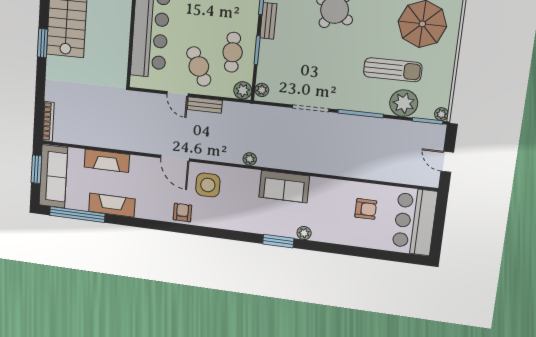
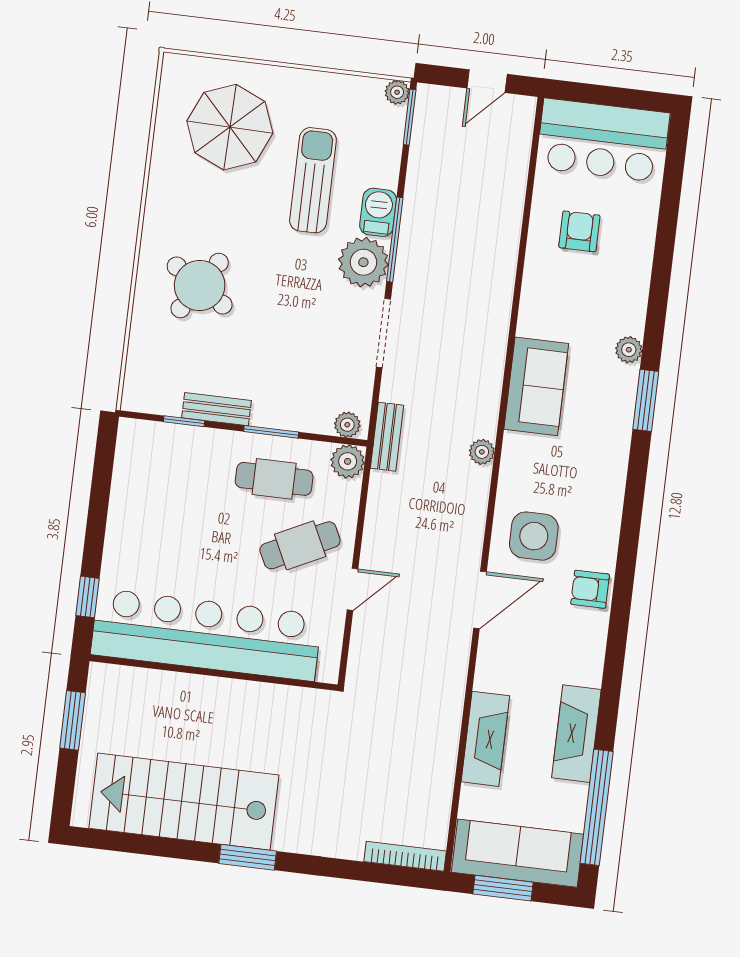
plant: (404, 103) -> (363, 262), moved
bench: (205, 105) -> (387, 437), moved
barbecue: (375, 105) -> (378, 212), added

